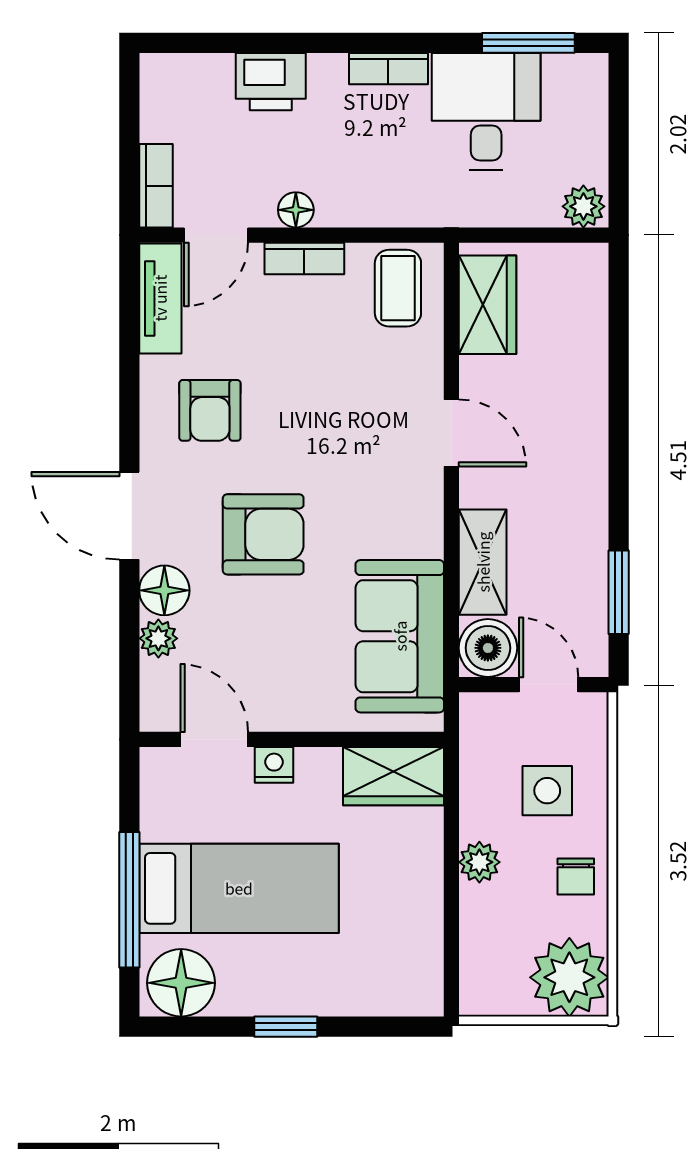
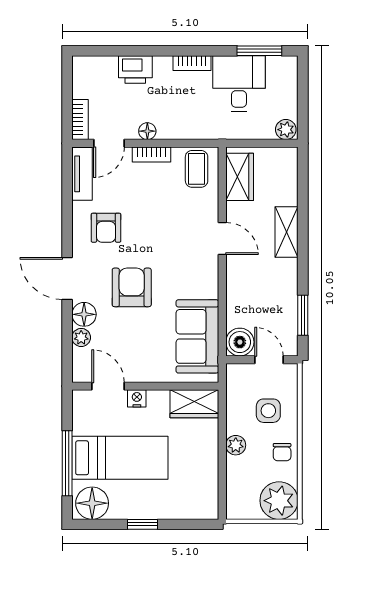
armchair: (263, 534) -> (132, 287), turned -90
shelving: (483, 562) -> (286, 232), moved

